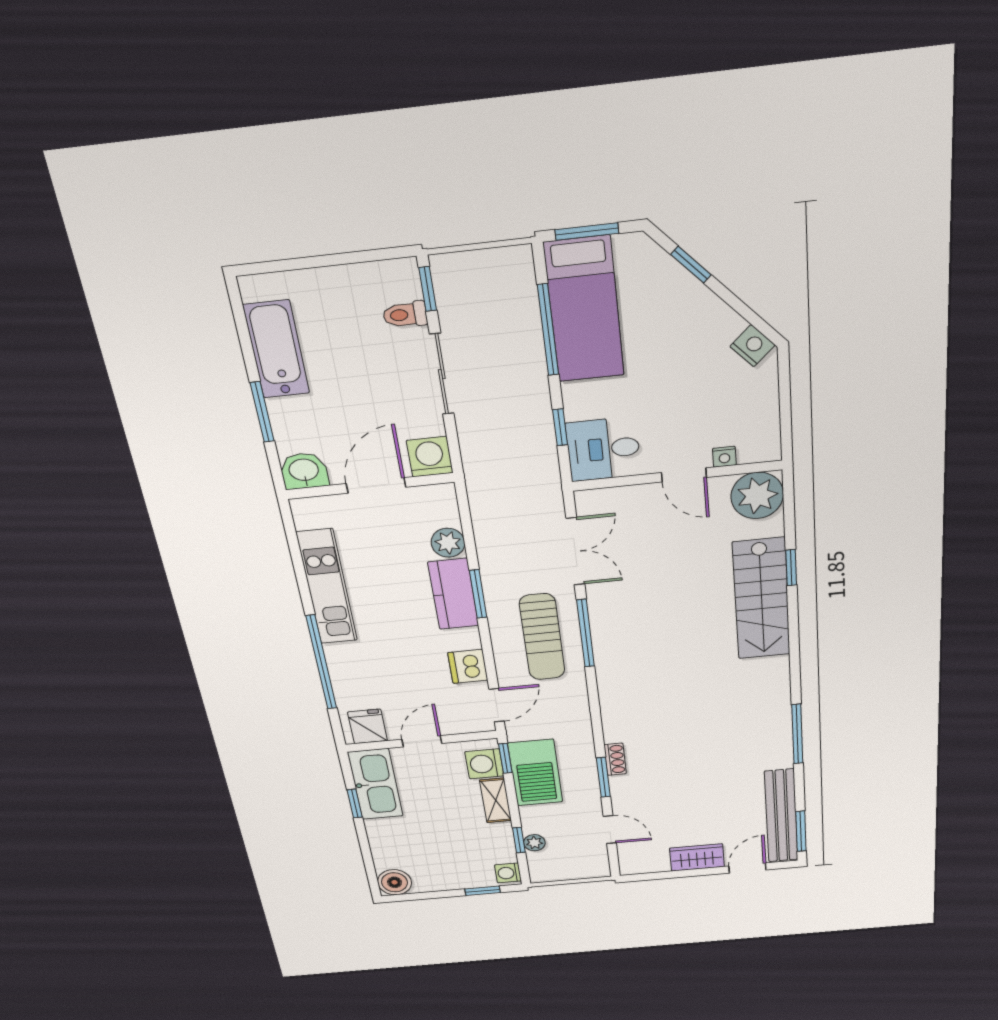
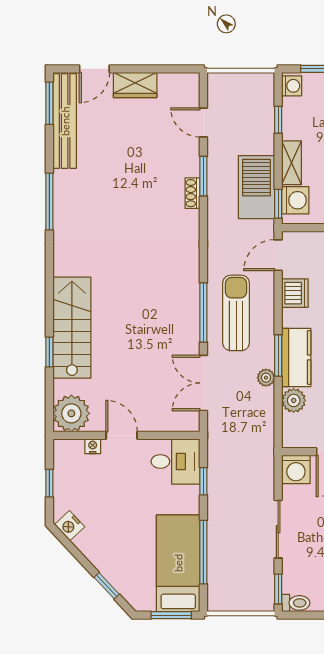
toilet: (405, 315) -> (296, 603), moved
window: (785, 401) -> (49, 483), added
plant: (534, 843) -> (266, 378), moved

